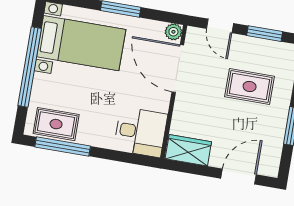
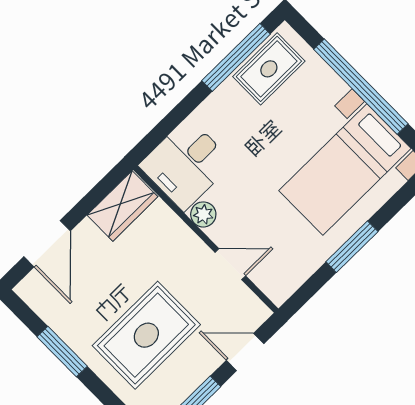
plant: (173, 32) -> (203, 214), moved
door: (178, 69) -> (230, 264), width x0.53
rug: (250, 86) -> (146, 335), width x1.36, depth x1.43

